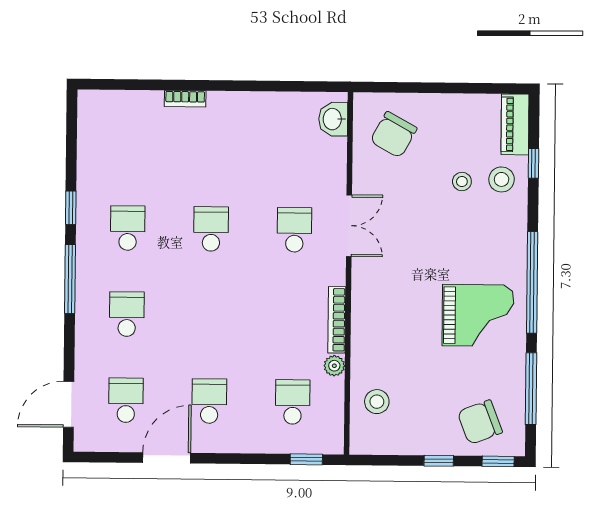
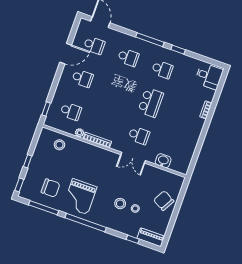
desk: (107, 118) -> (209, 76), added
washbasin: (333, 119) -> (163, 161), moved
chair: (394, 135) -> (164, 201), moved
stool: (502, 179) -> (120, 204), moved
school desk: (211, 229) -> (151, 102), width x1.85
chair: (480, 422) -> (51, 188), moved, turned 111
door: (167, 458) -> (66, 54), hinge flipped

